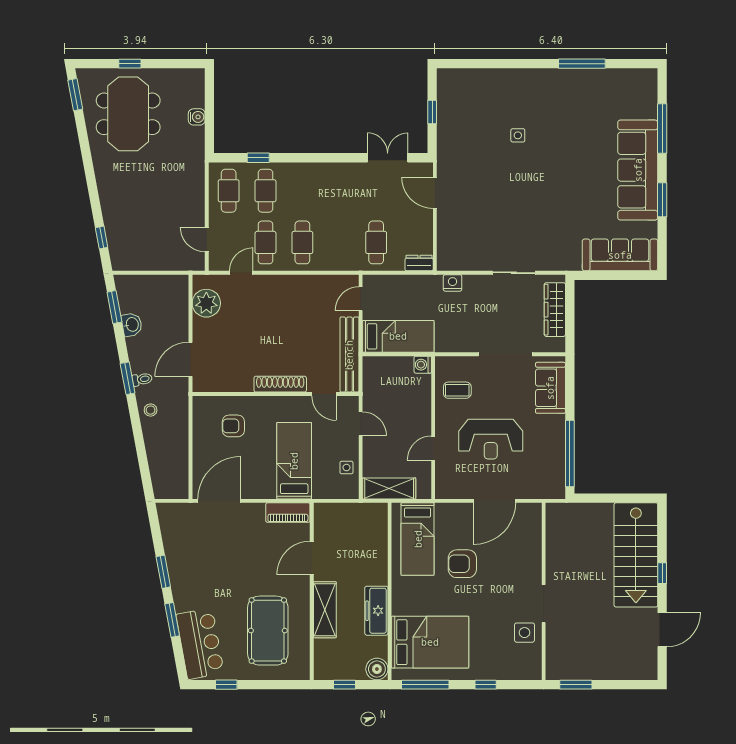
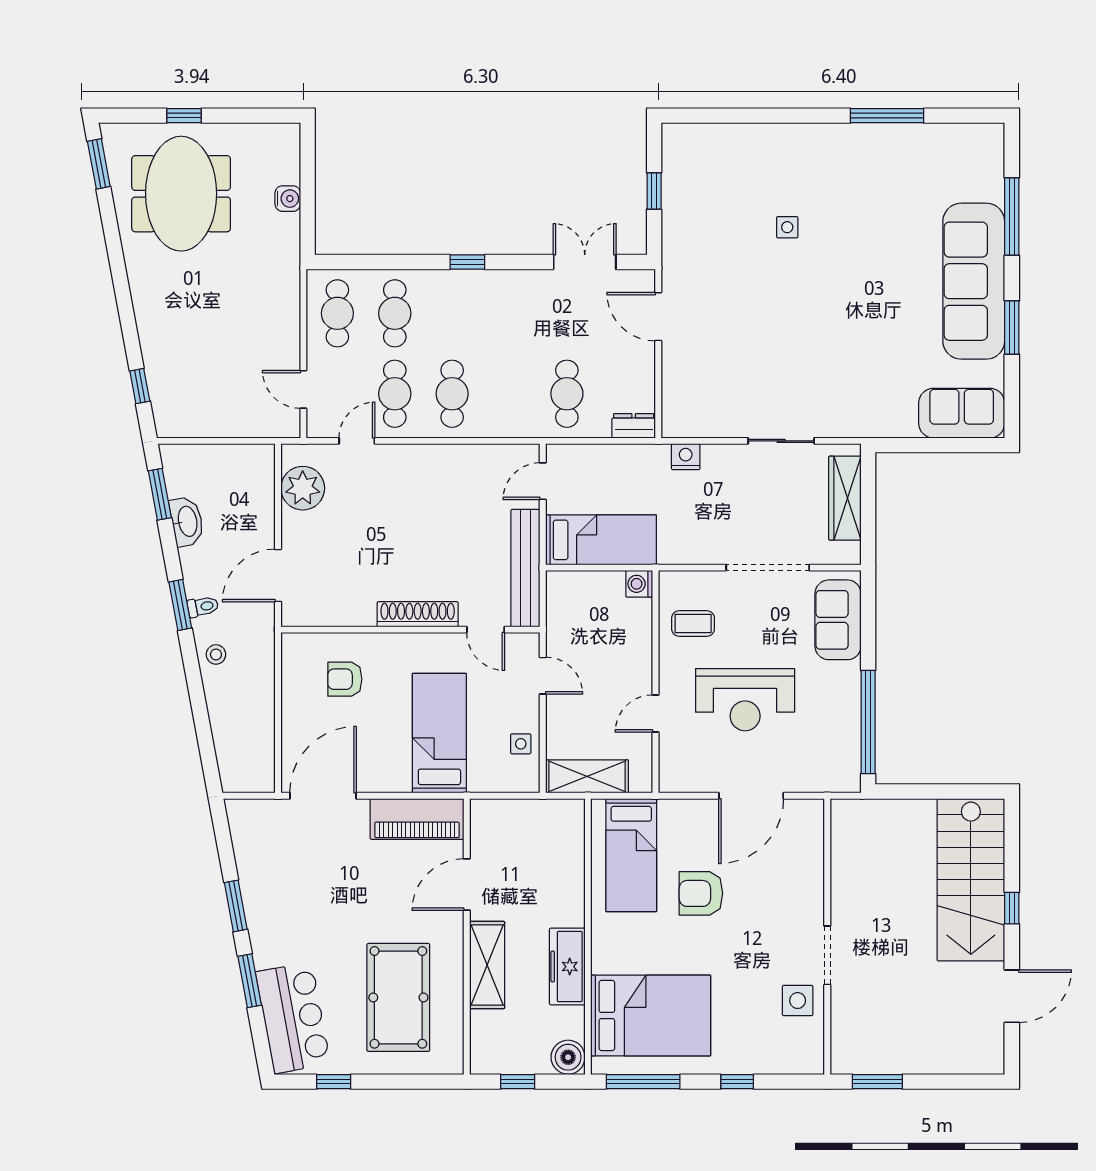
window: (258, 158) -> (467, 262), moved
sofa: (620, 255) -> (962, 413), width x0.73
washbasin: (132, 325) -> (187, 521), width x1.38
piano: (288, 513) -> (417, 819), width x1.37, depth x1.33

